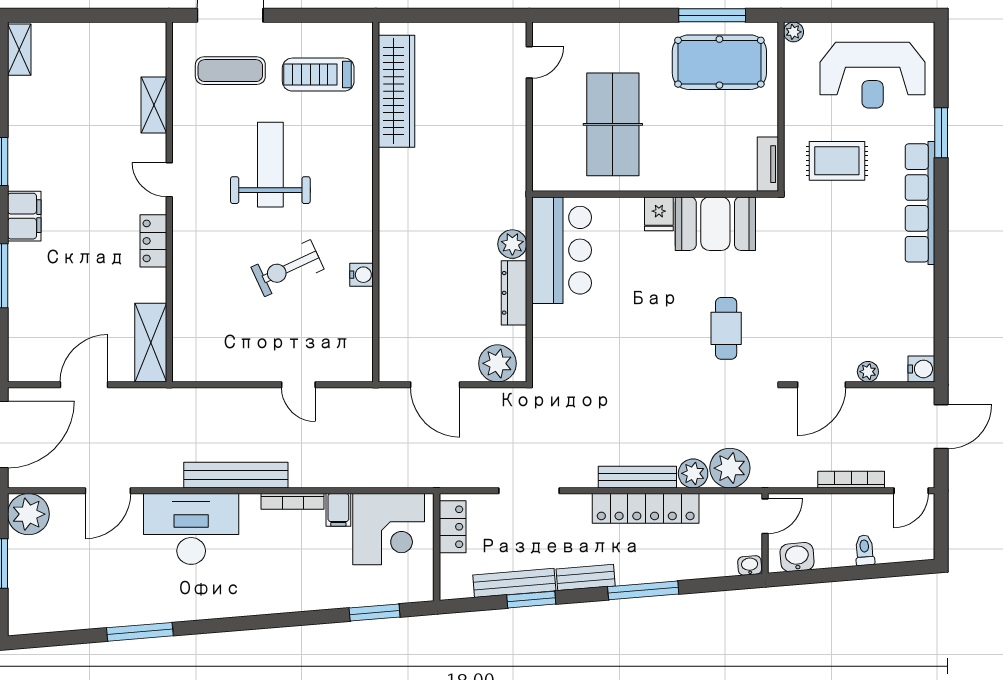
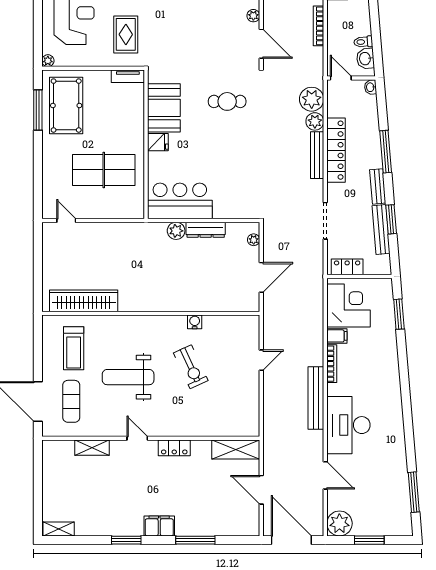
door: (169, 180) -> (137, 438), swing flipped
plant: (497, 363) -> (254, 240), width x0.53, depth x0.53
toilet: (865, 550) -> (363, 42), moved
window: (140, 632) -> (414, 492), moved

